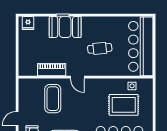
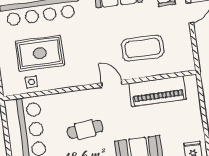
piano: (52, 70) -> (158, 91), width x1.37, depth x1.33
coffee table: (53, 99) -> (143, 48), turned 90

